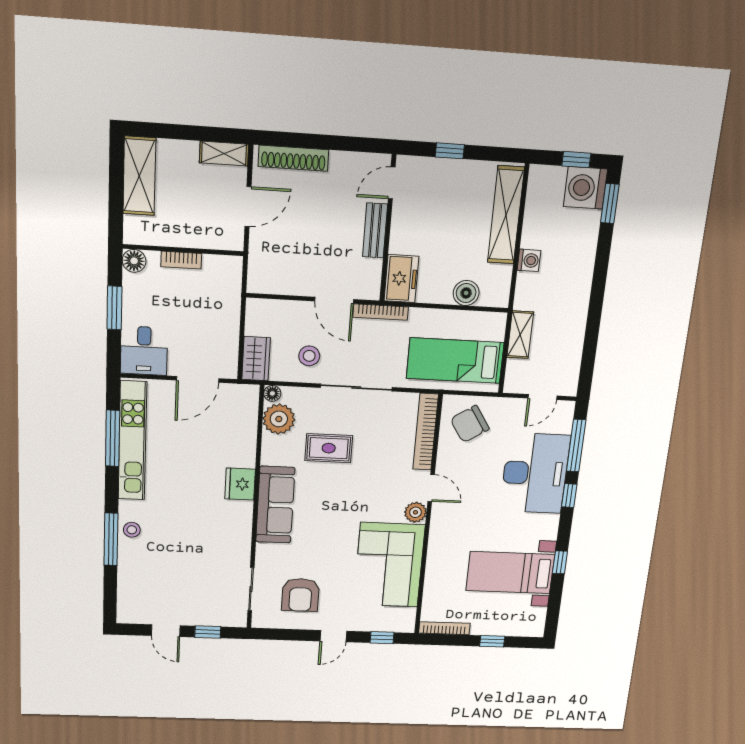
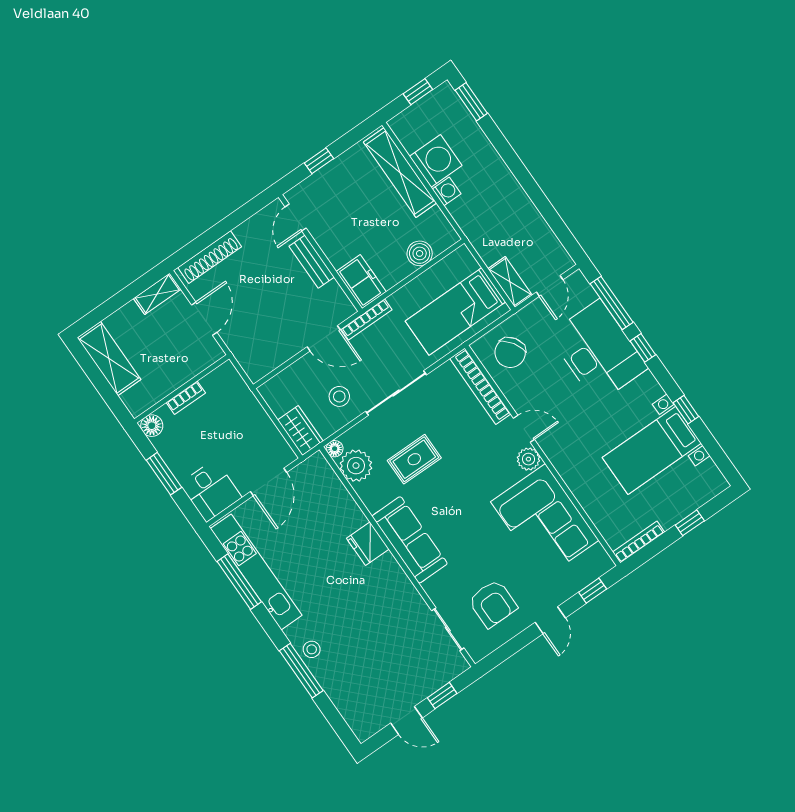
washing machine: (585, 188) -> (436, 161), moved, turned 180
shelving: (520, 335) -> (510, 282), moved

